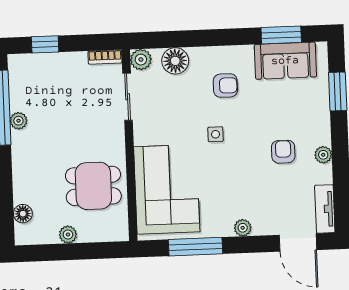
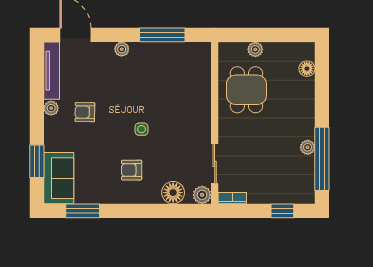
sofa: (285, 61) -> (59, 178), moved, turned 90
armchair: (283, 152) -> (85, 112), turned 91
dining table: (93, 186) -> (246, 90), turned 90
corner sofa: (167, 189) -> (185, 84), removed
tv unit: (325, 209) -> (52, 71), width x1.41
plant: (68, 235) -> (255, 49), moved

